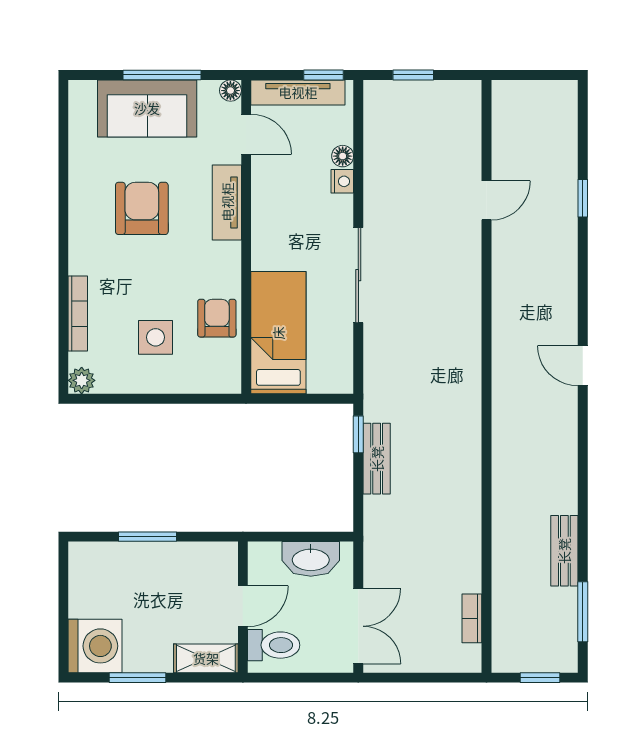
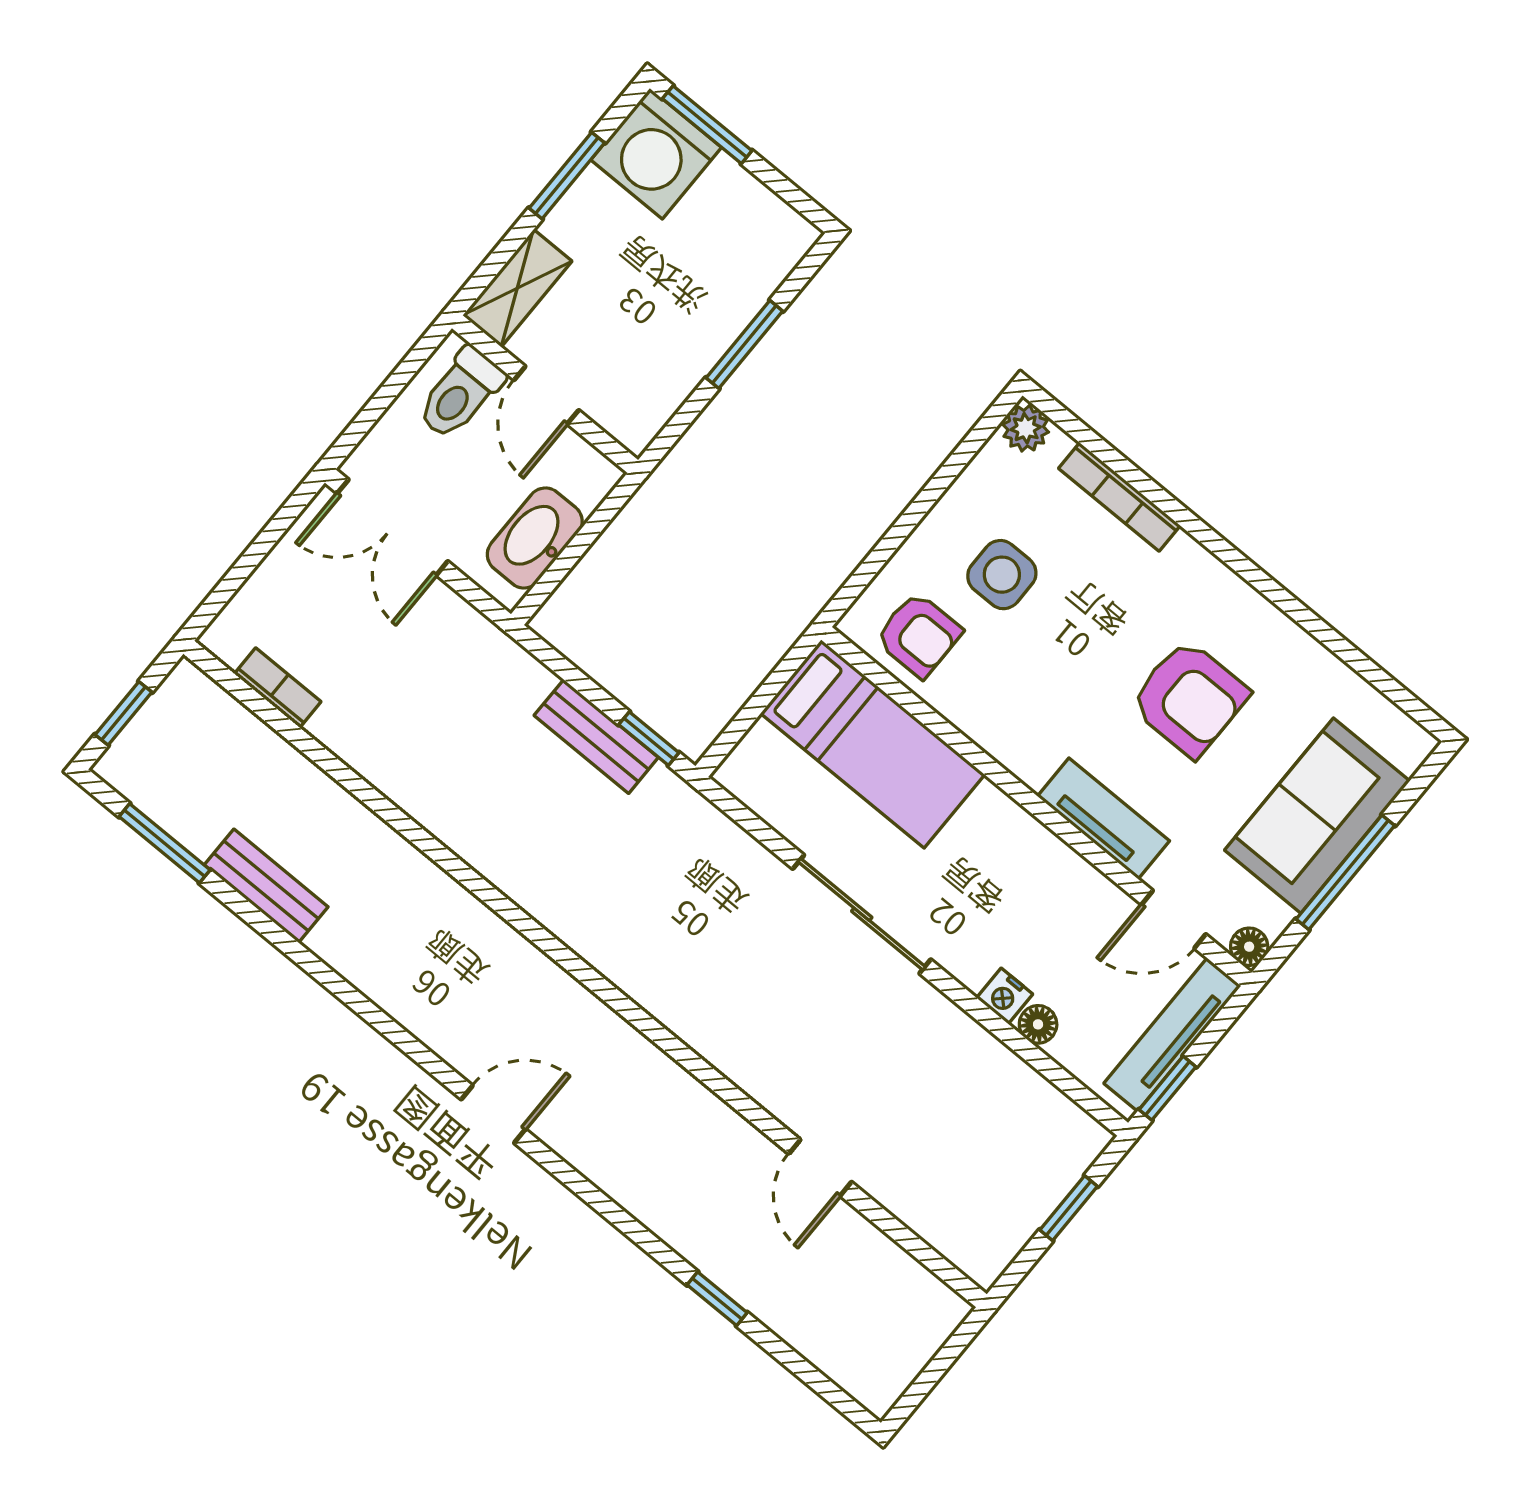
armchair: (217, 318) -> (919, 635), moved
window: (63, 634) -> (707, 125), added

